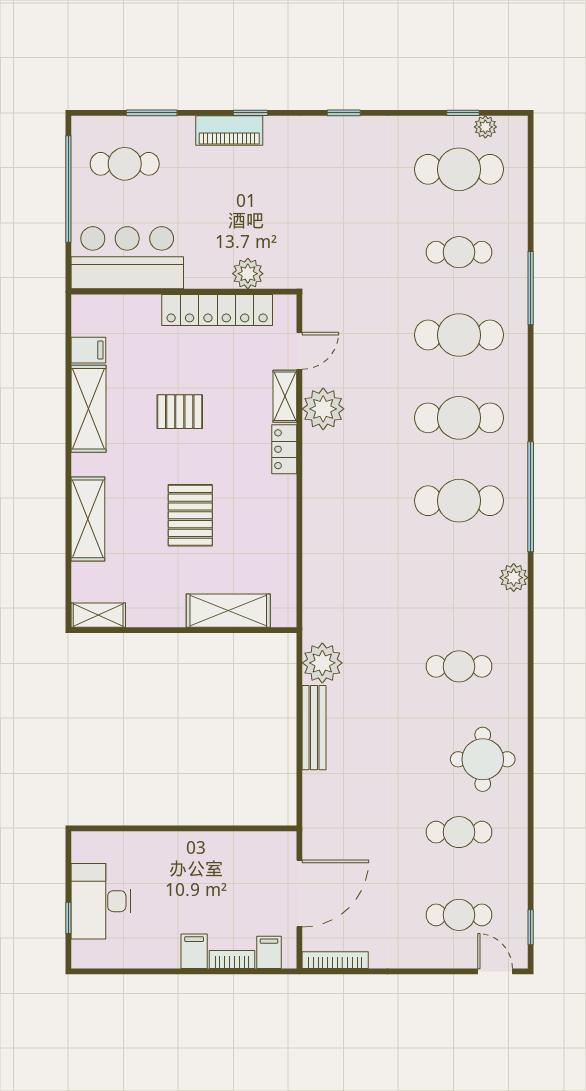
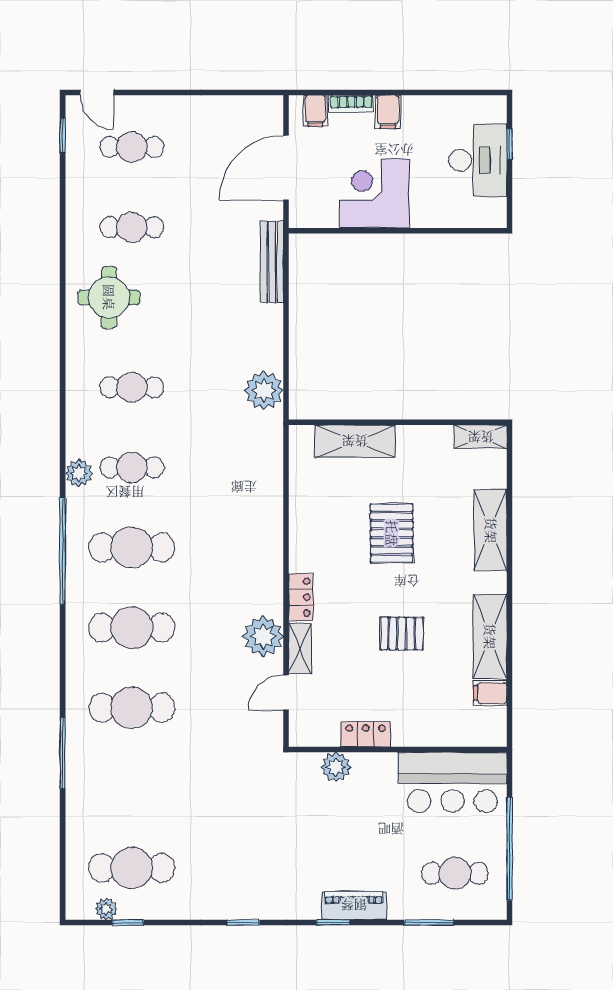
cafe table: (459, 252) -> (132, 467), moved
locker: (217, 310) -> (366, 734), width x0.46, depth x0.83
bench: (314, 728) -> (272, 262), moved
corner desk: (208, 867) -> (374, 193), added
bookcase: (335, 960) -> (252, 103), removed

